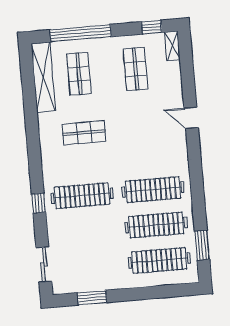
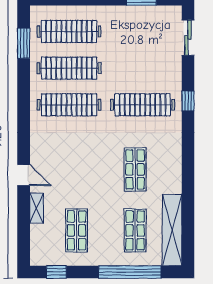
shelving: (172, 46) -> (37, 208), moved
shop shelf: (84, 133) -> (135, 169), turned 90

